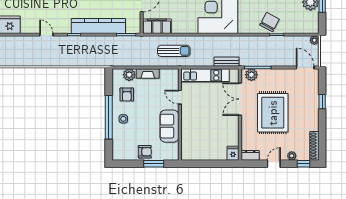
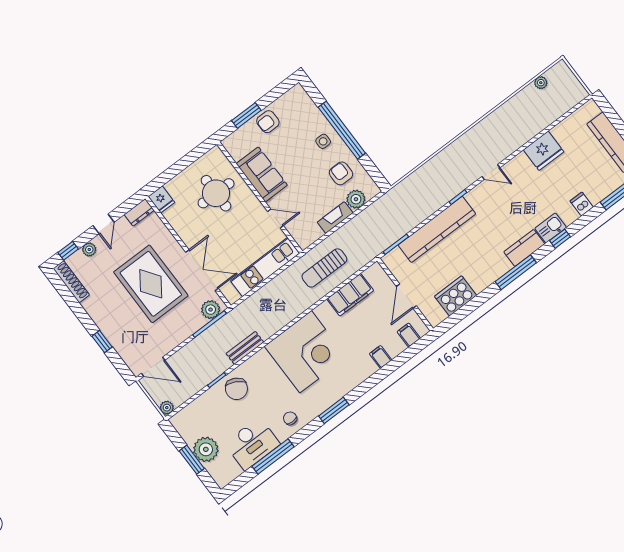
filing cabinet: (157, 26) -> (350, 295), moved
bench: (227, 62) -> (245, 348), moved
round table: (201, 135) -> (216, 193), added

